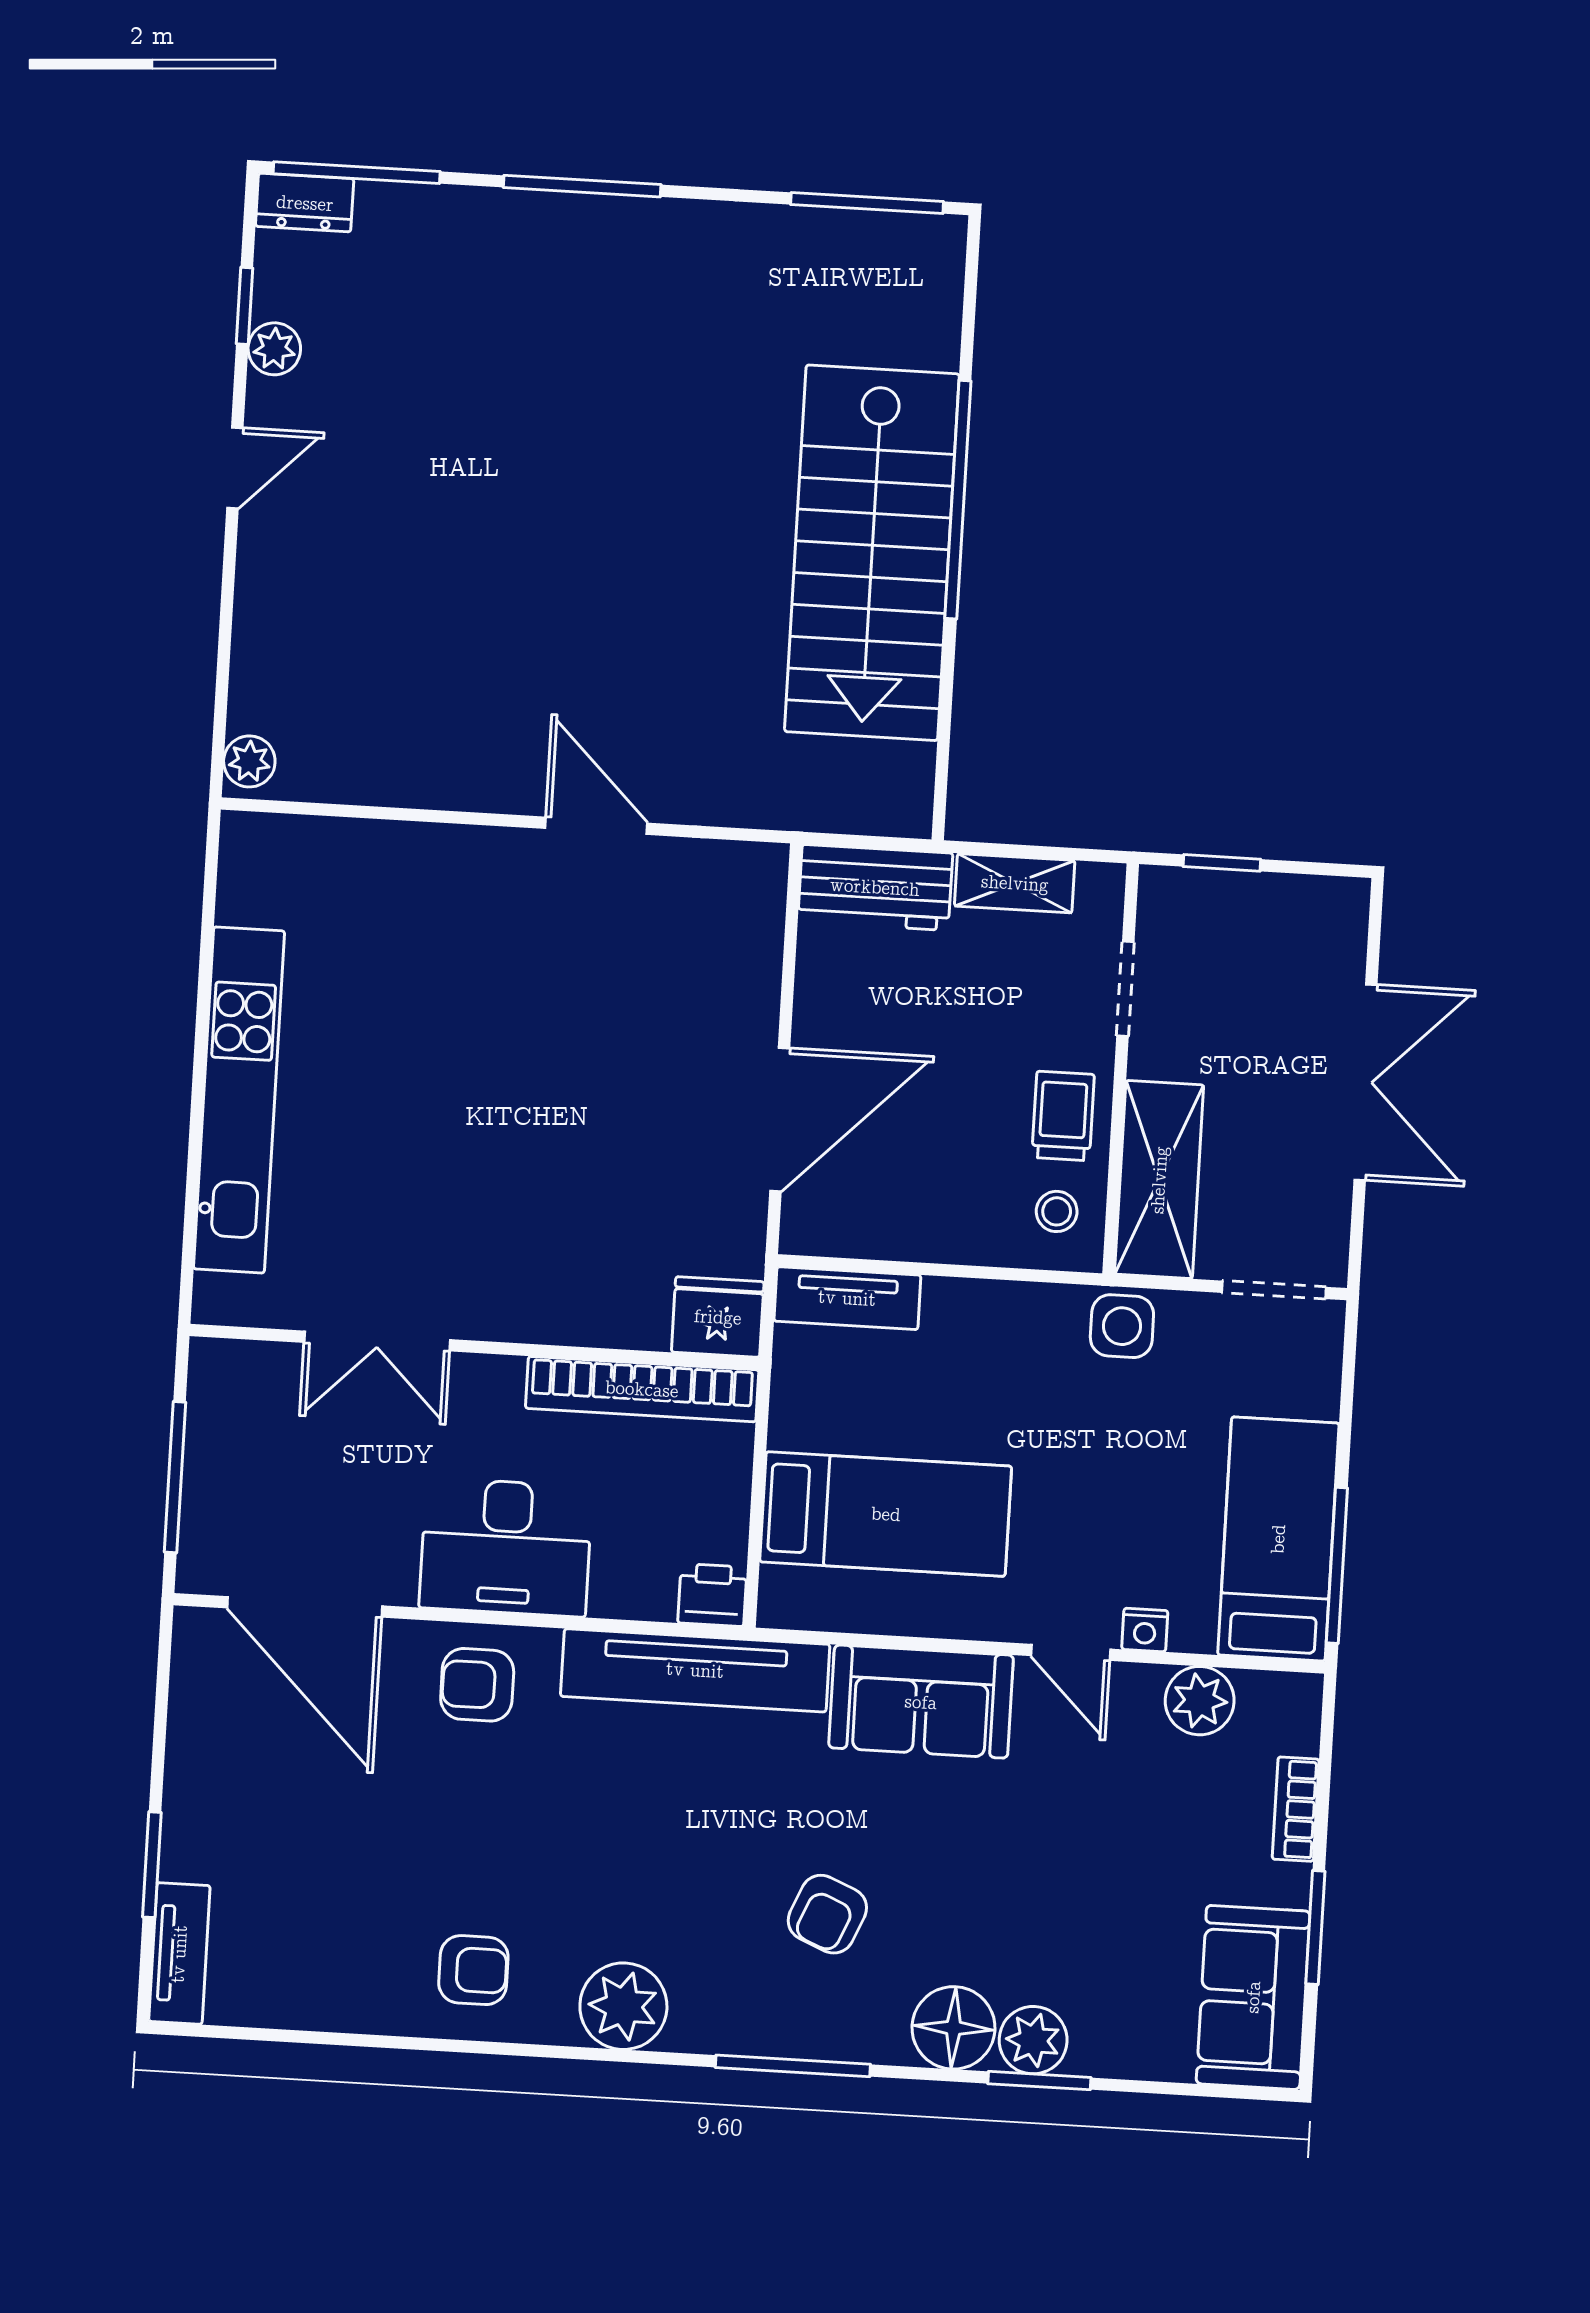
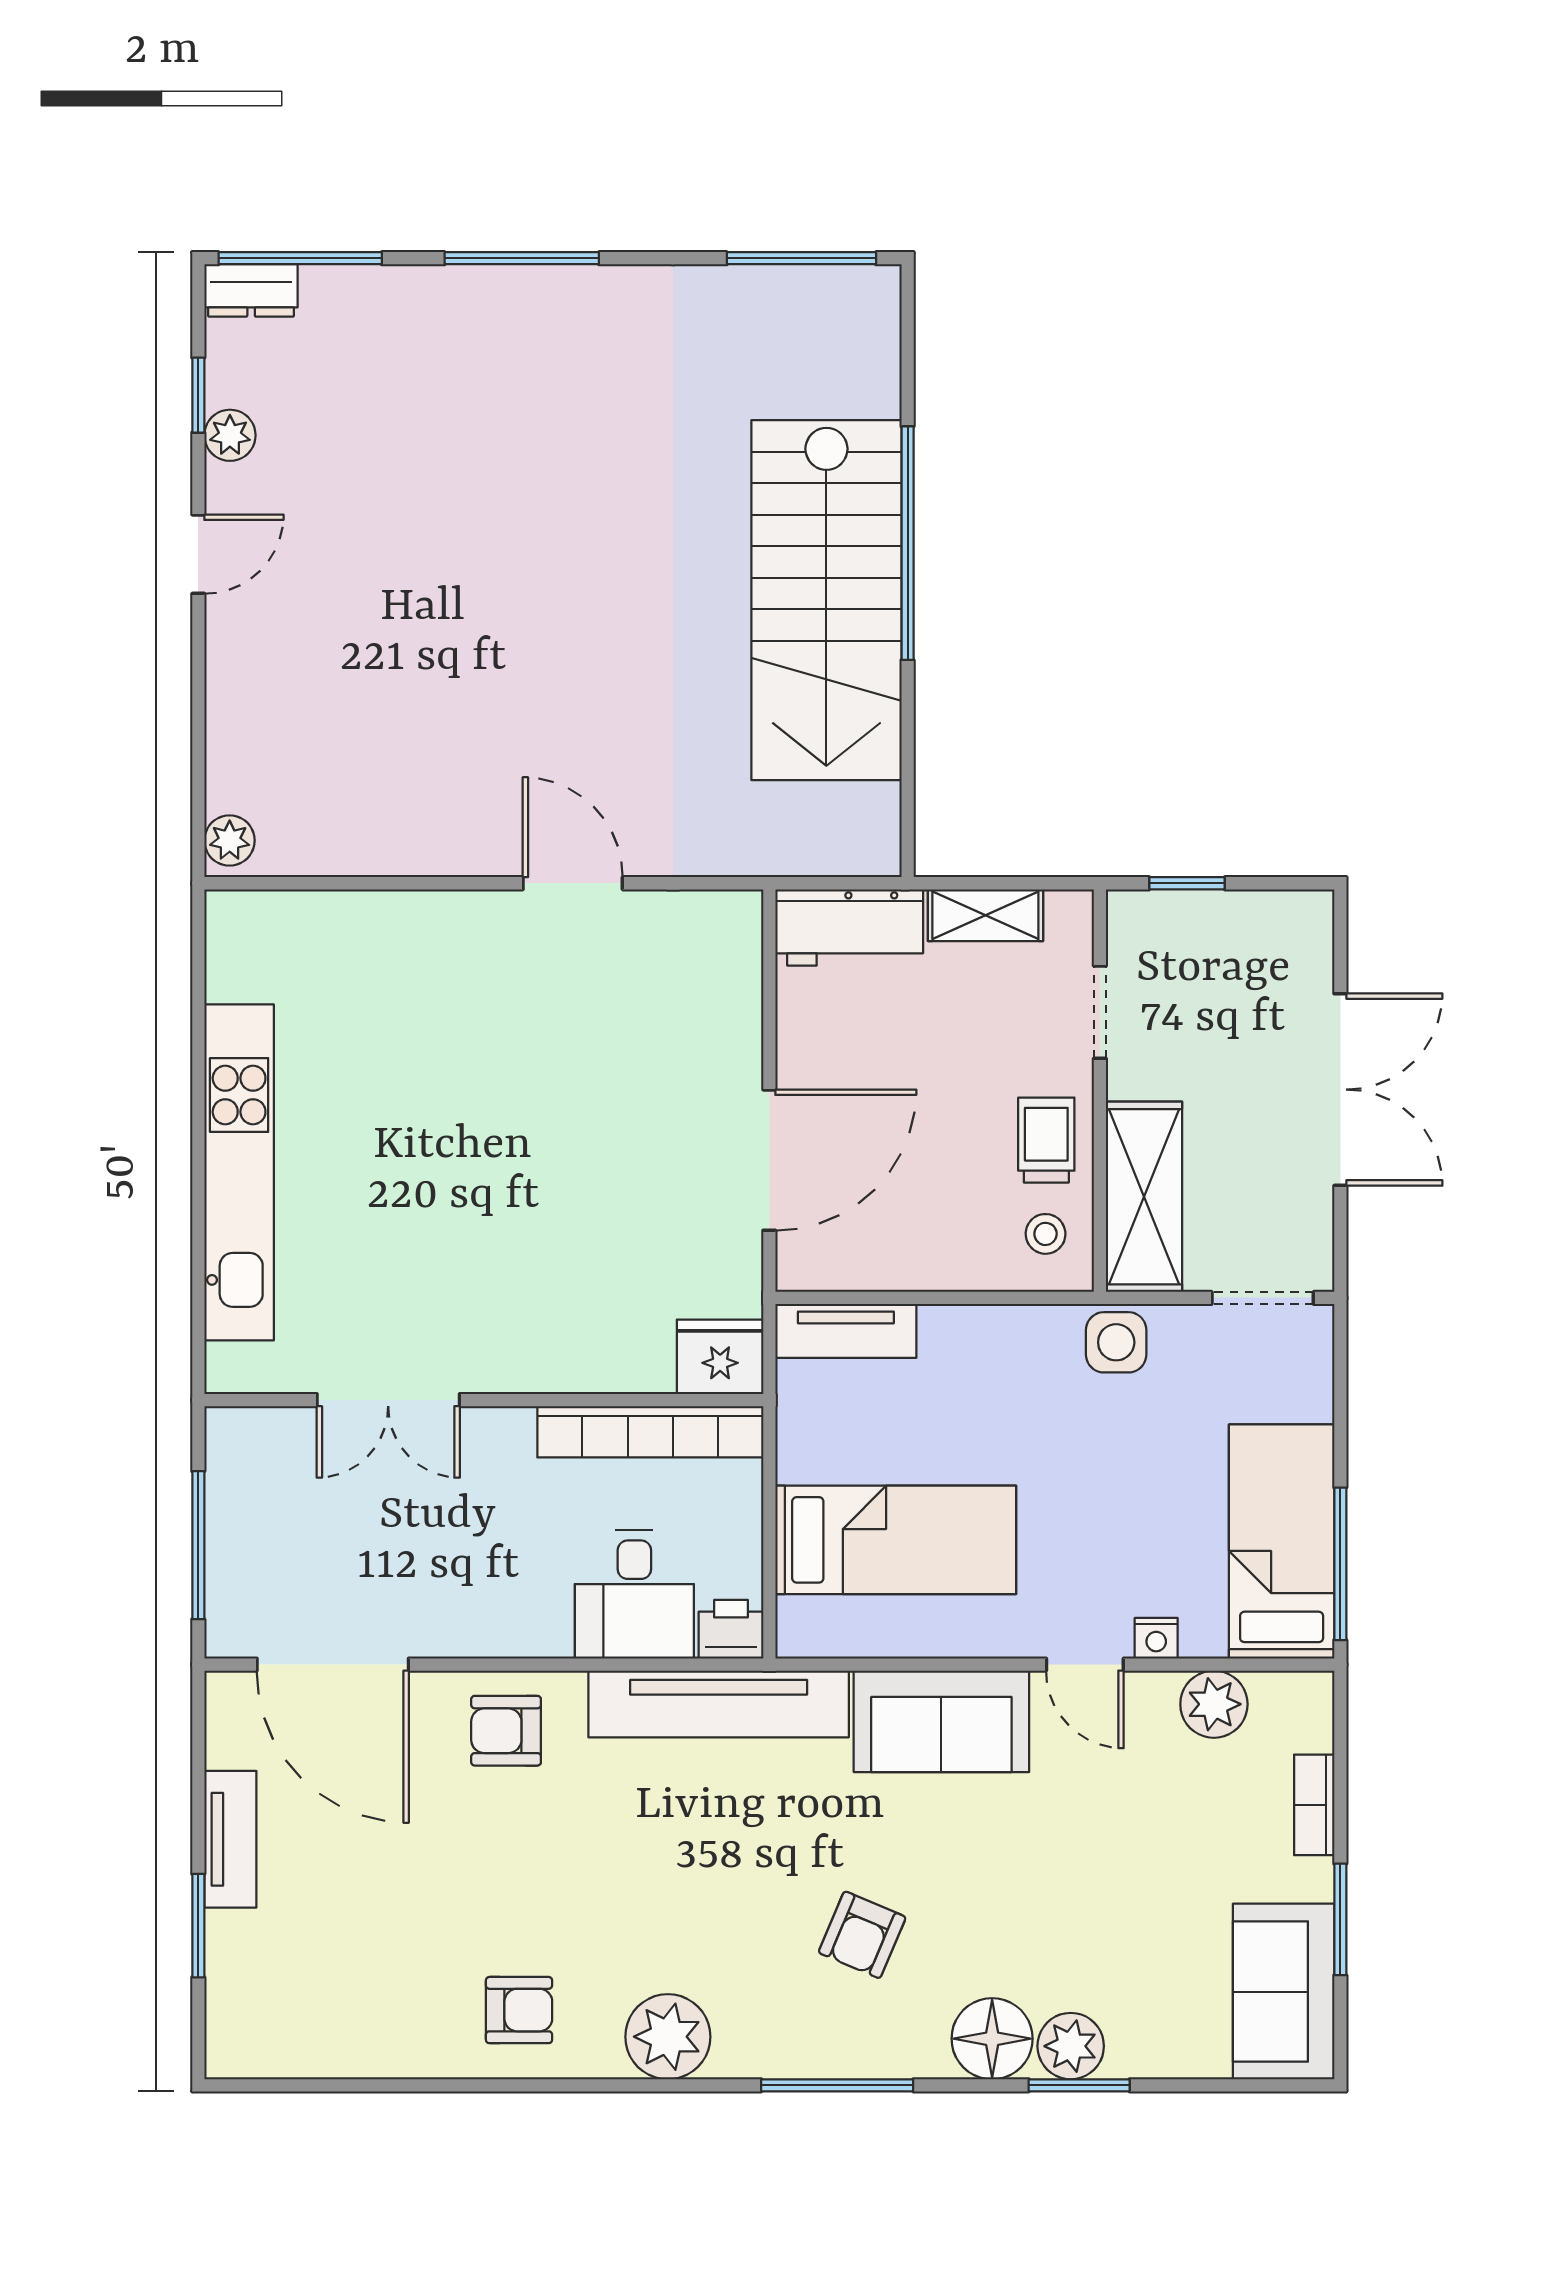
desk: (506, 1547) -> (634, 1594), moved, width x0.73
tv unit: (179, 1954) -> (230, 1839), moved

